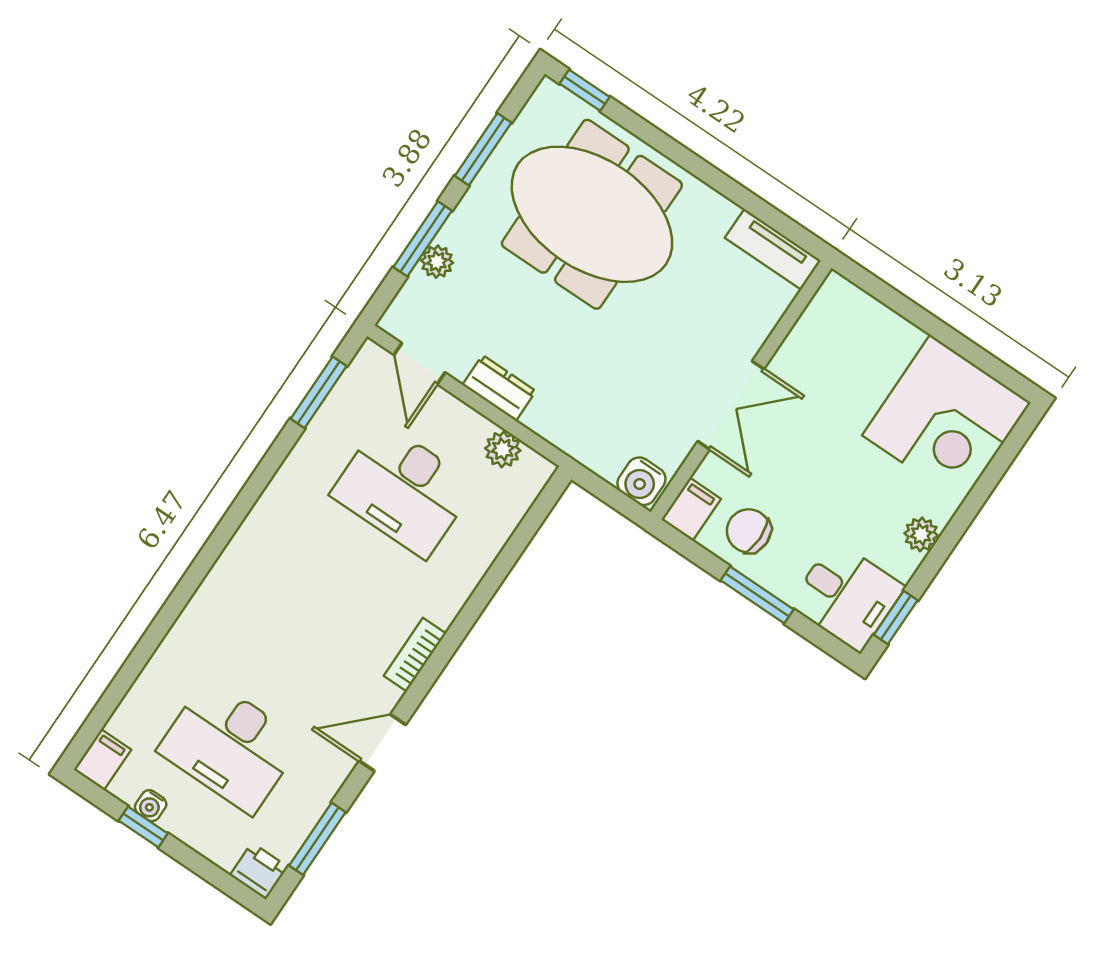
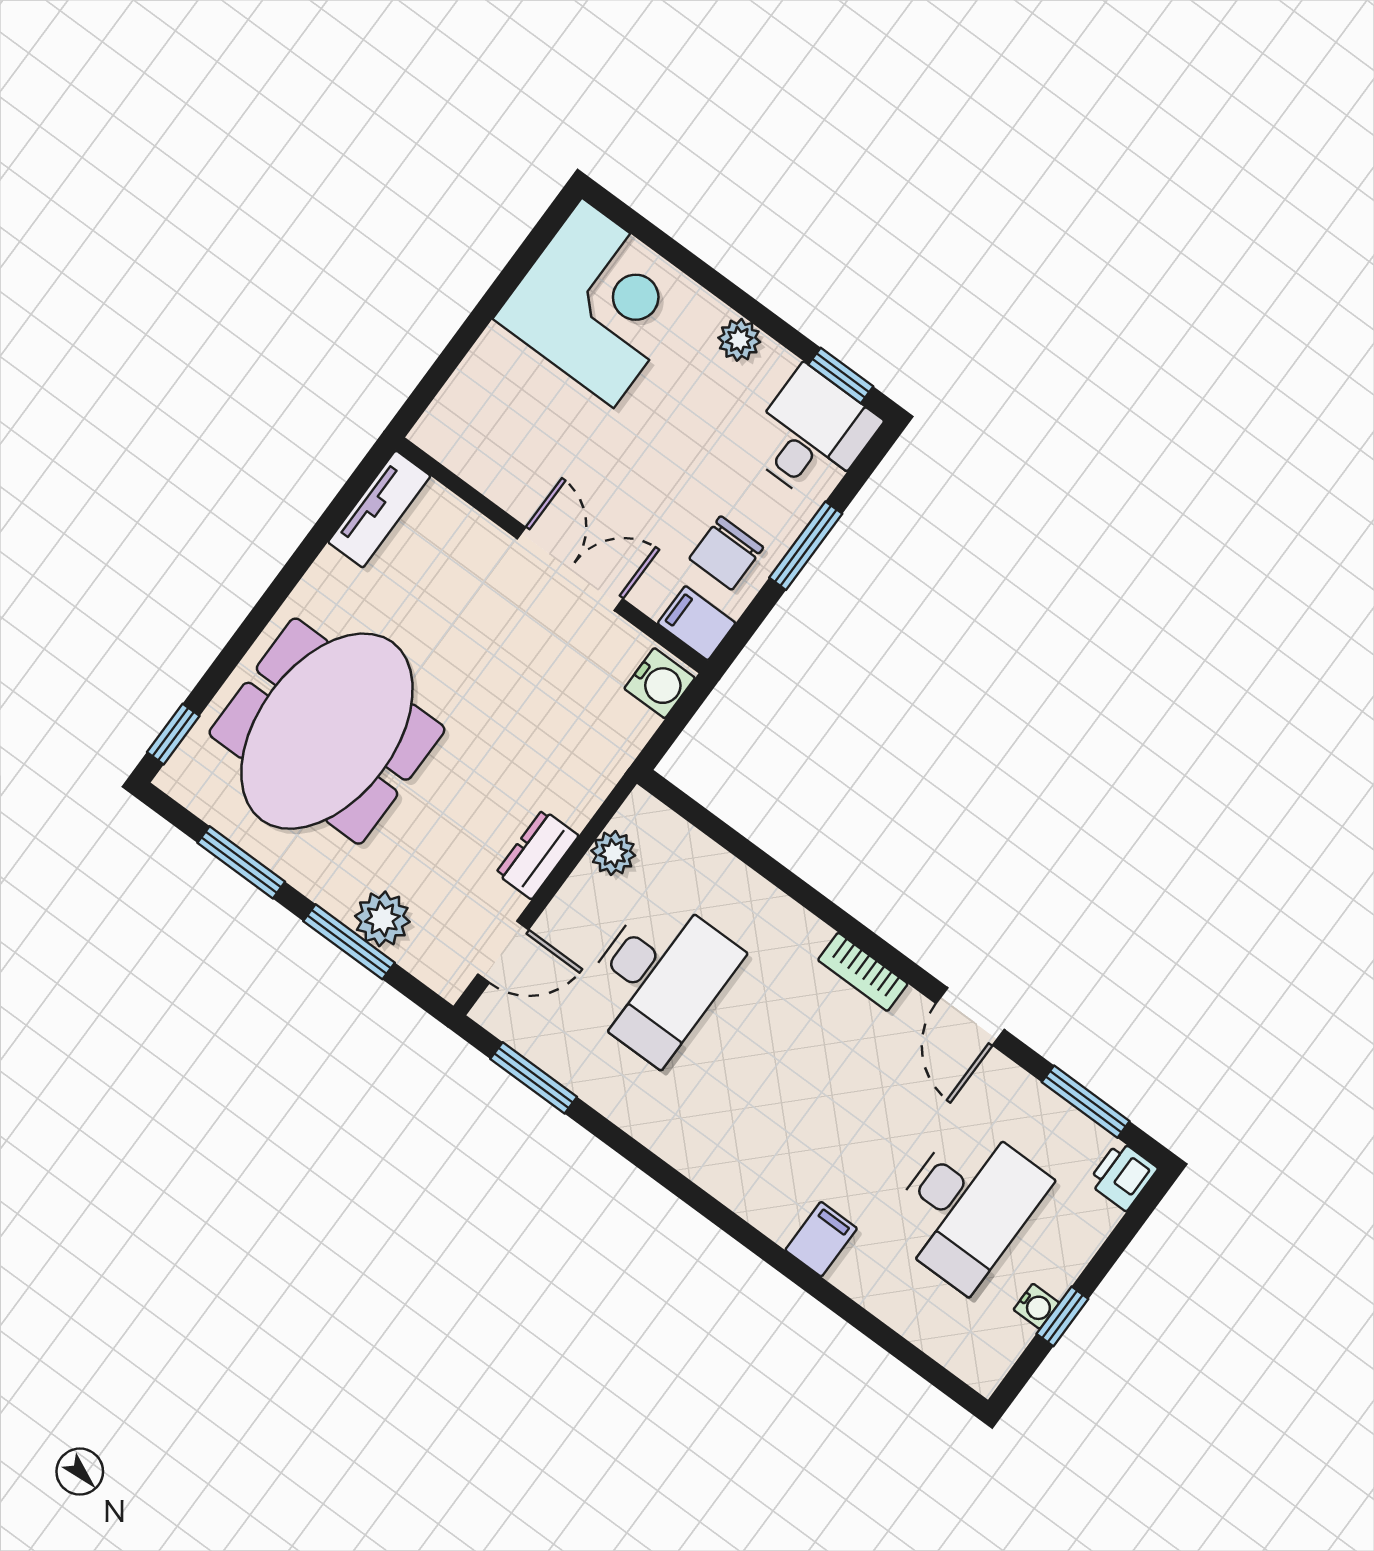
plant: (437, 262) -> (382, 919), width x1.38, depth x1.38
filing cabinet: (102, 760) -> (821, 1239), moved, turned 90

